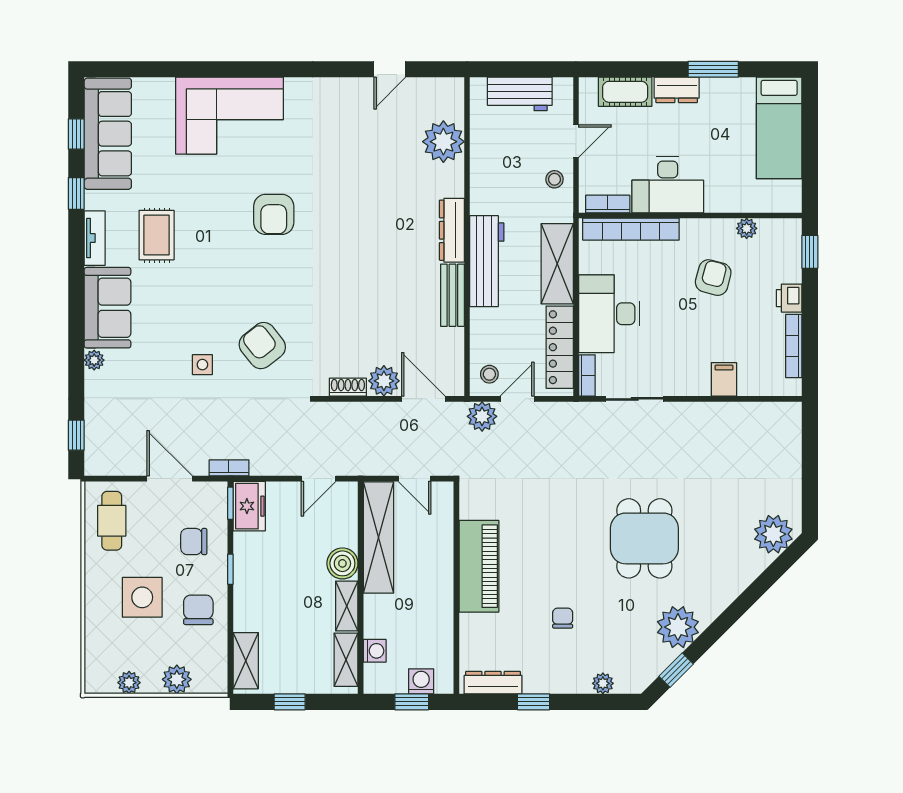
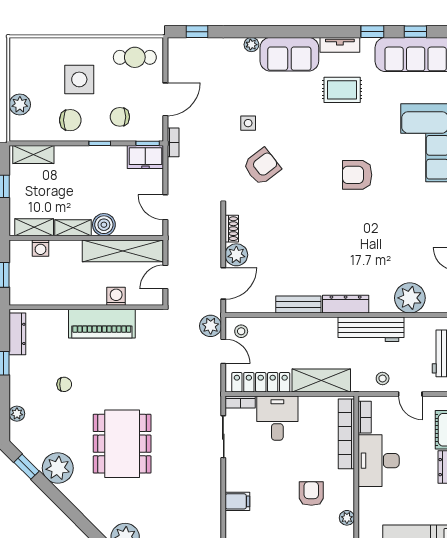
workbench: (487, 261) -> (371, 329), moved
armchair: (713, 278) -> (311, 494), turned -105
desk: (609, 314) -> (277, 418), width x0.73
dining table: (644, 538) -> (122, 444), width x1.38
chair: (194, 542) -> (120, 117), turned -90
washing machine: (421, 681) -> (116, 296), moved, turned -90
plant: (129, 683) -> (17, 70), removed

